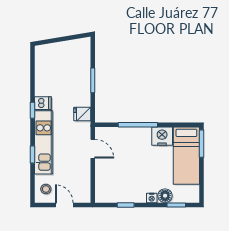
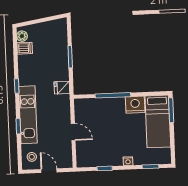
plant: (40, 56) -> (22, 36), added
dishwasher: (43, 103) -> (25, 48), moved
door: (93, 149) -> (73, 132), moved
floor lamp: (165, 196) -> (140, 159), removed

